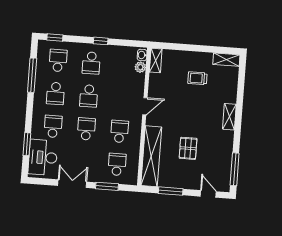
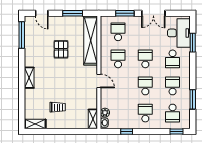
window: (101, 41) -> (127, 132), moved
window: (32, 75) -> (193, 99), width x0.69
door: (145, 106) -> (99, 81), swing flipped
school desk: (86, 129) -> (145, 59), turned 180
school desk: (119, 131) -> (118, 59), turned 180
school desk: (117, 164) -> (118, 32), turned 180

